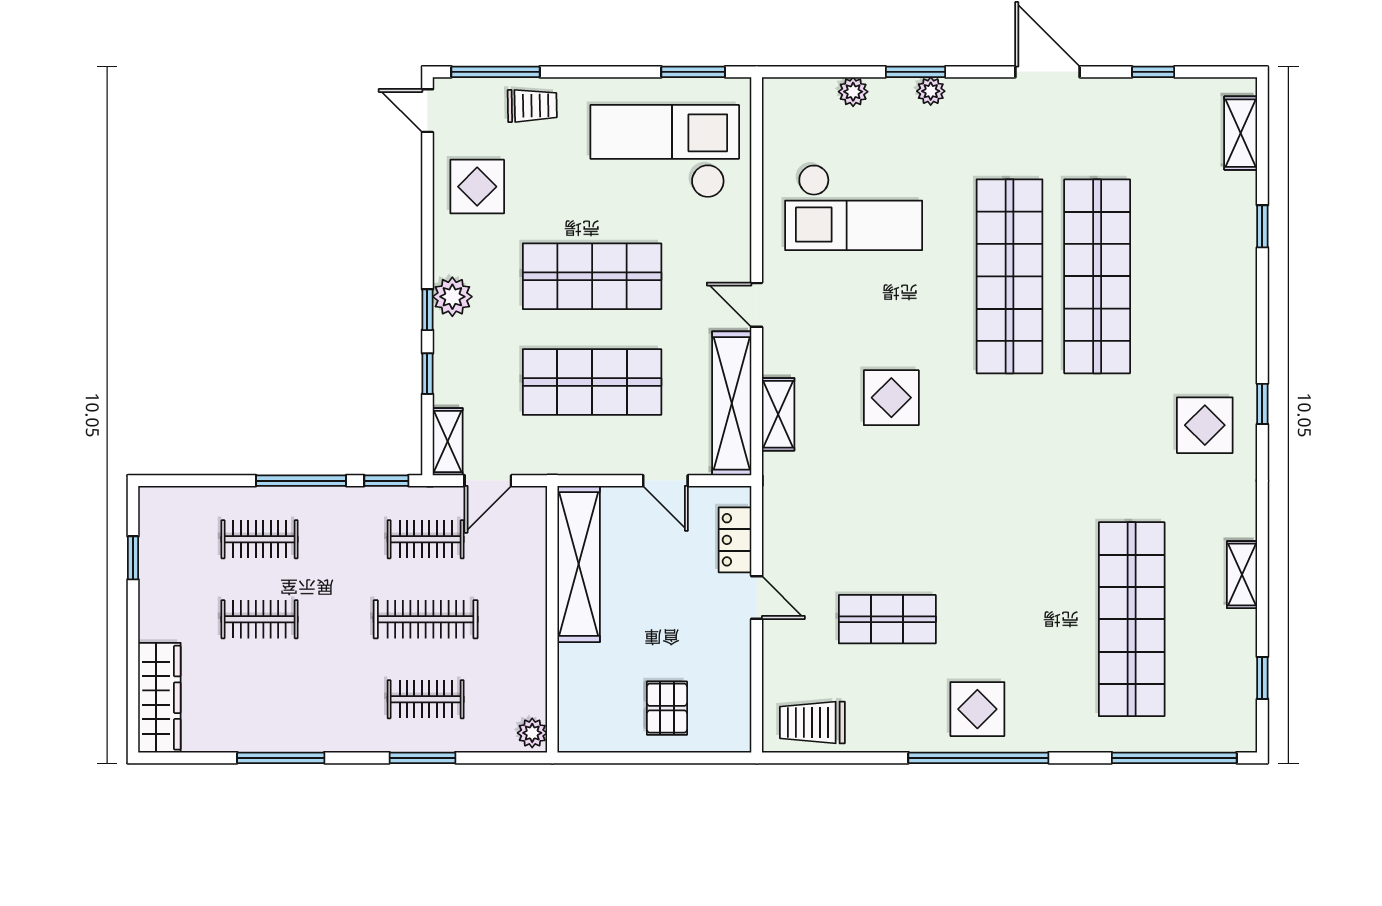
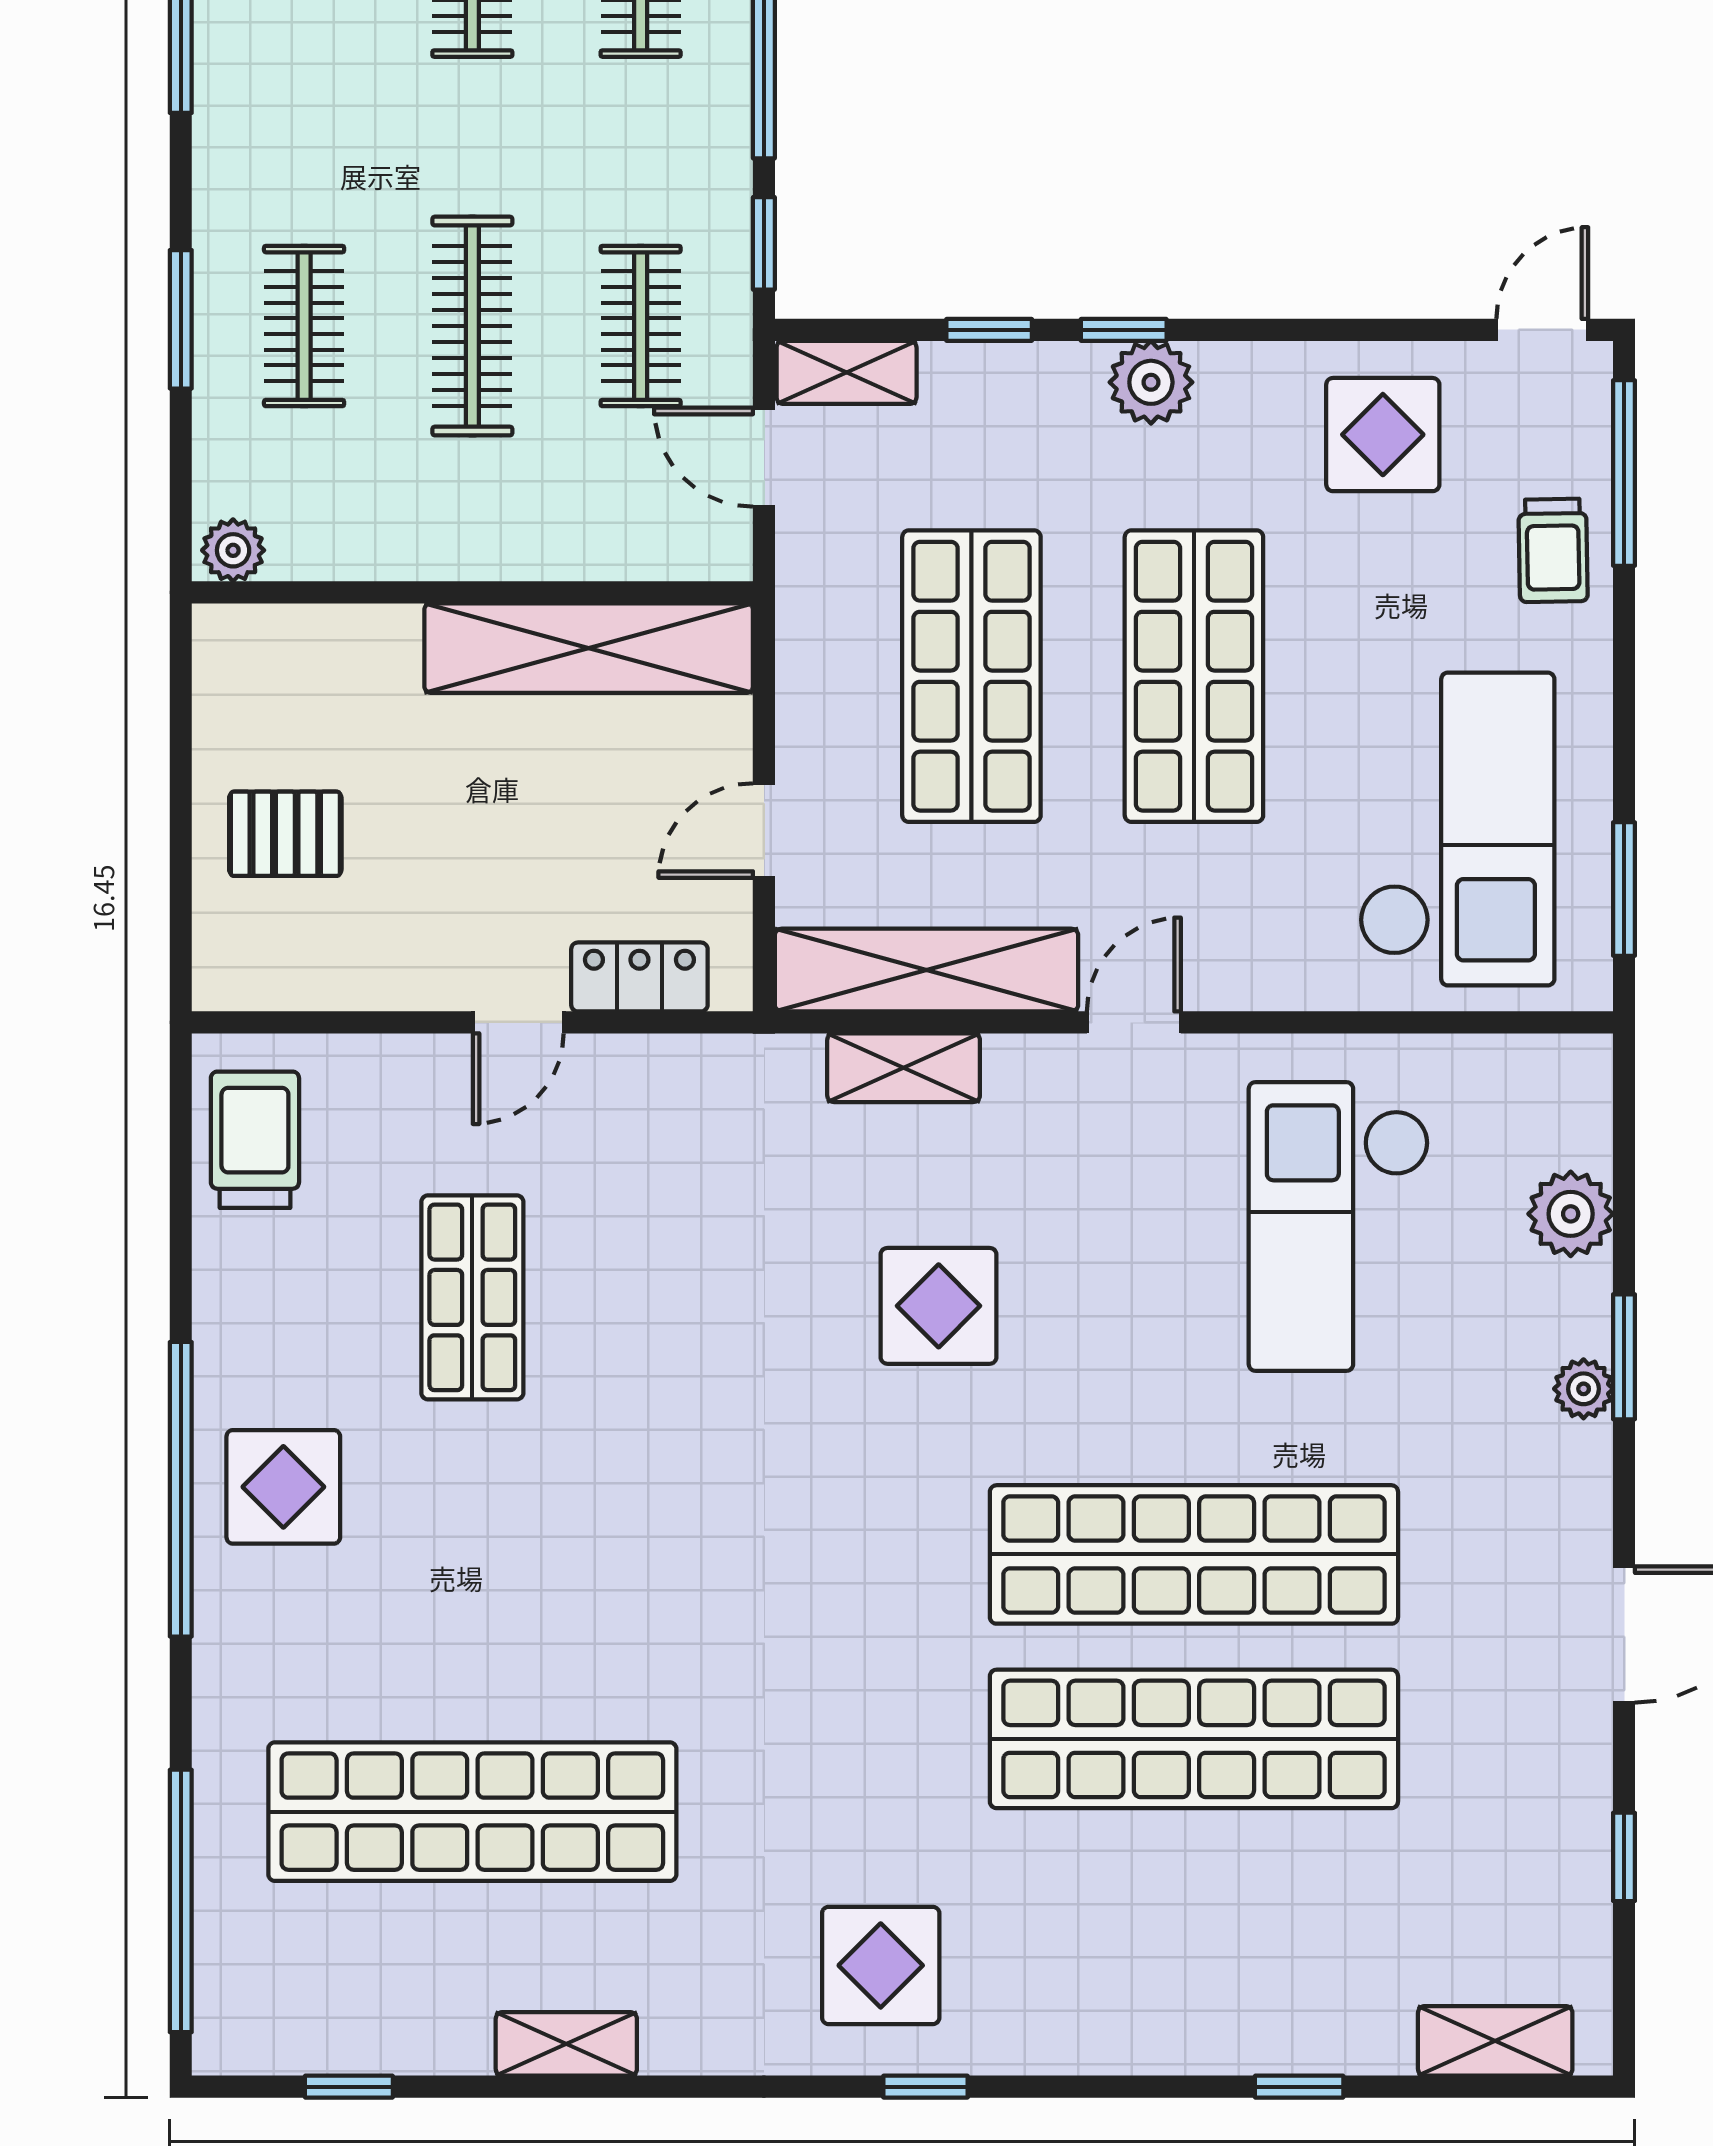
plant: (853, 92) -> (1571, 1214), width x1.38, depth x1.38

